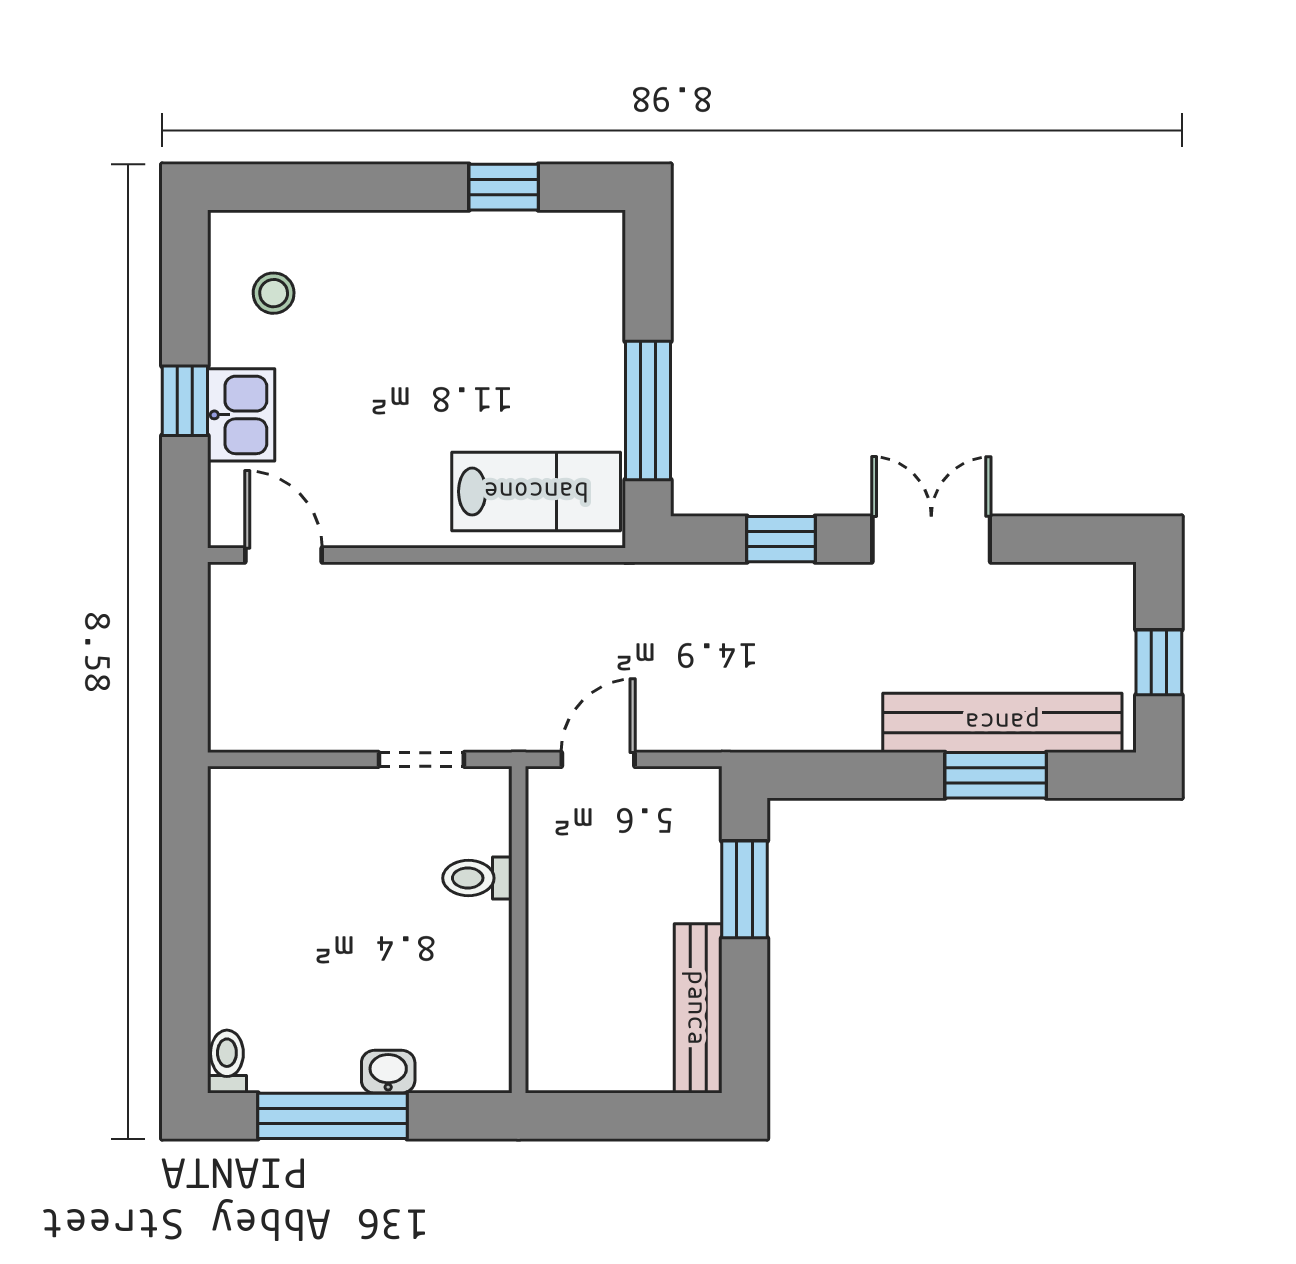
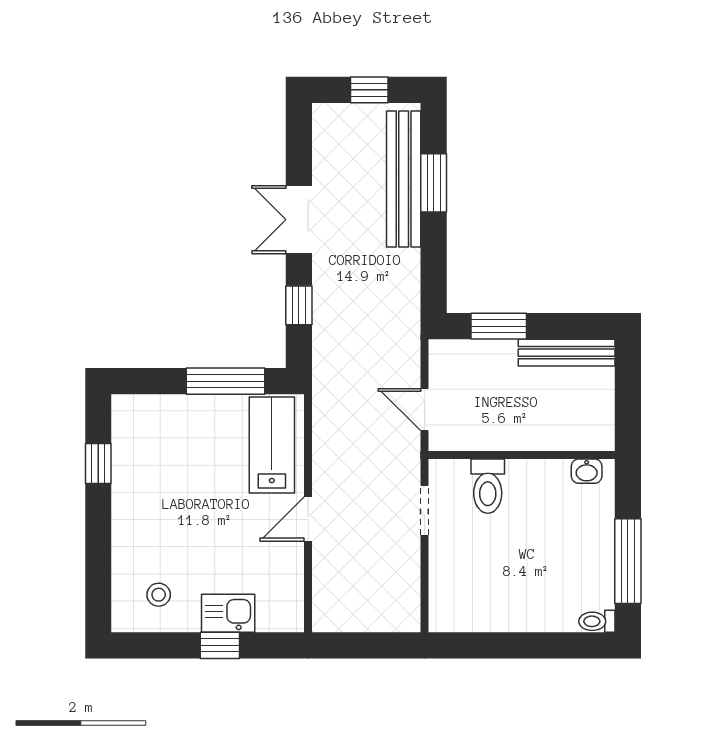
door: (284, 555) -> (308, 519), moved
toilet: (477, 878) -> (488, 486), width x1.37, depth x1.39
washbasin: (388, 1072) -> (587, 471), moved, turned -90

